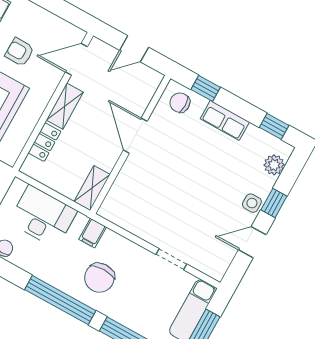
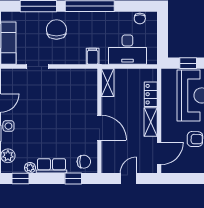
plant: (254, 134) -> (30, 168), added
chair: (99, 278) -> (56, 29), moved

